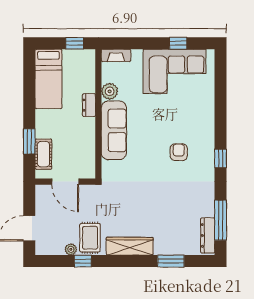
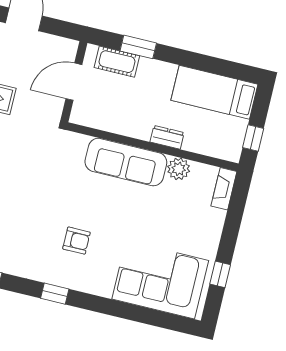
corner sofa: (174, 71) -> (160, 280), moved, turned 90

